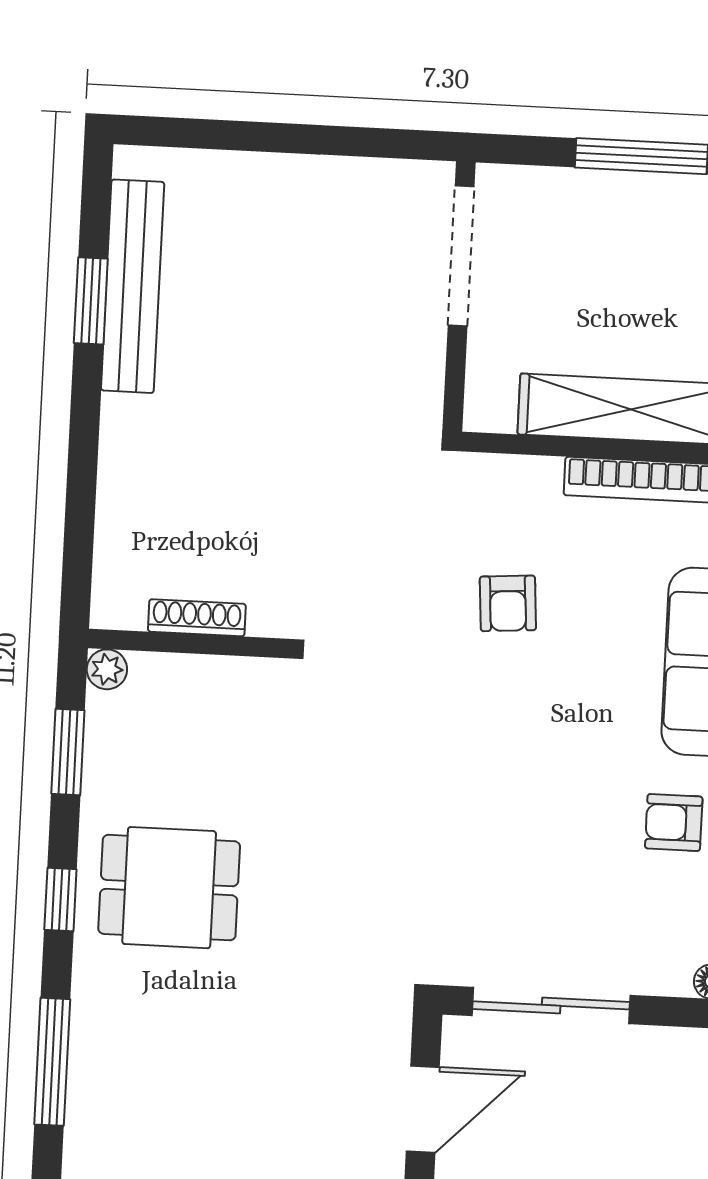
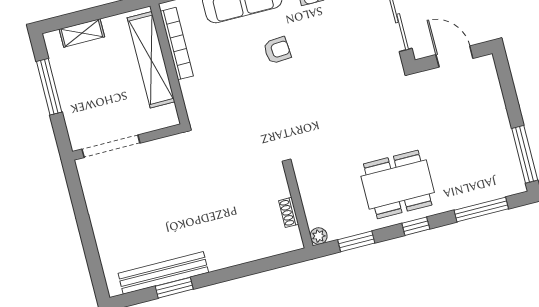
armchair: (508, 603) -> (277, 50), moved
shoe rack: (197, 618) -> (289, 212), width x0.70
dining table: (169, 888) -> (398, 184), width x1.38

